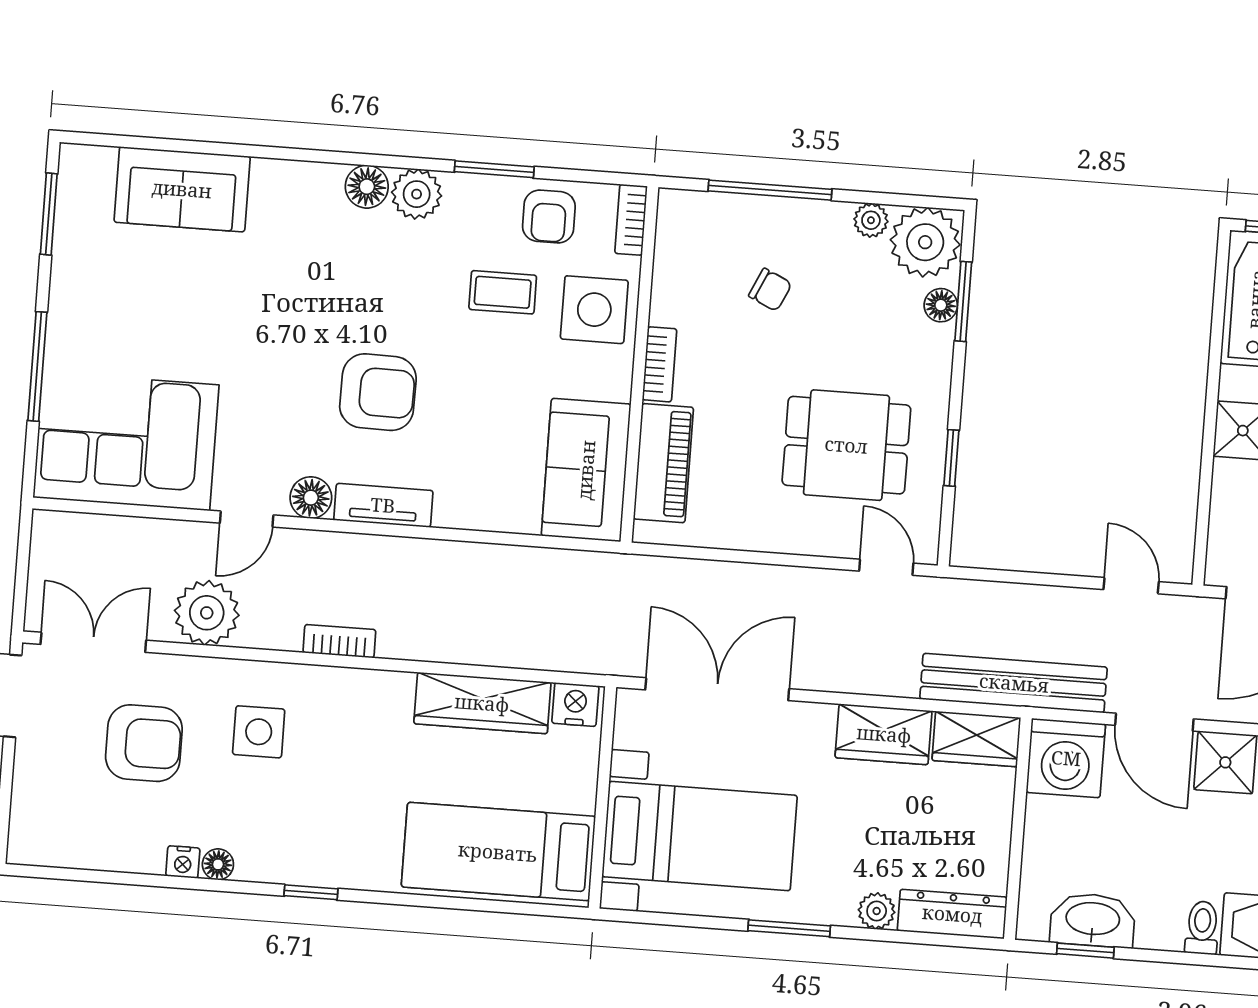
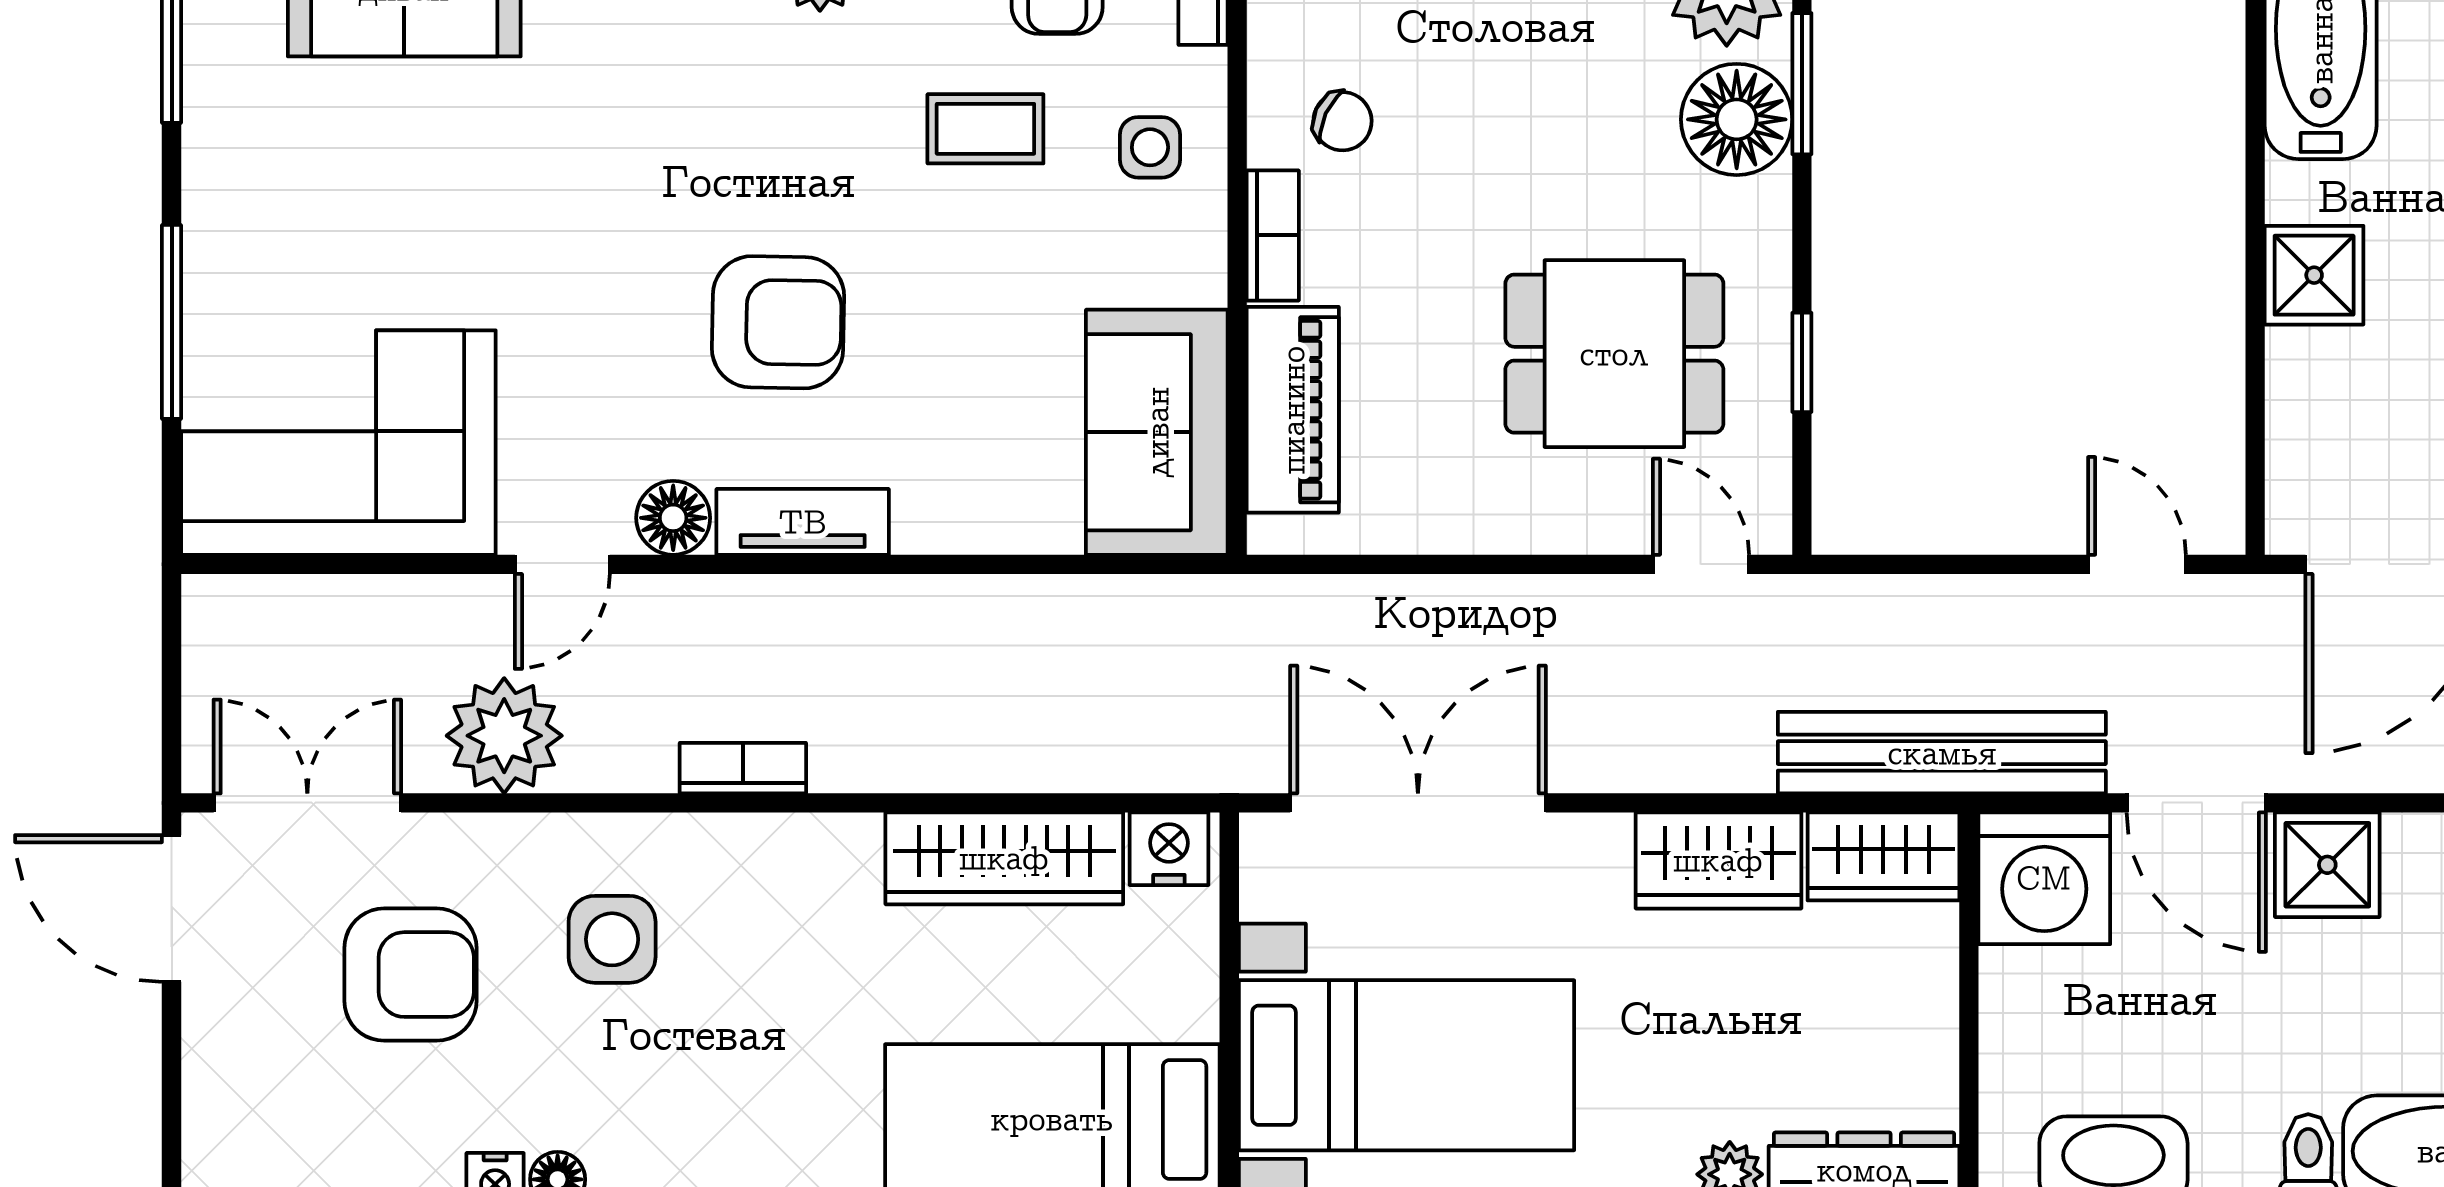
chair: (770, 290) -> (1342, 121), moved
floor lamp: (941, 305) -> (1737, 119), width x1.89, depth x1.89
side table: (594, 310) -> (1150, 147), width x0.54, depth x0.54

